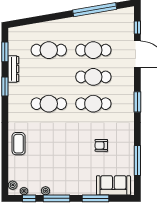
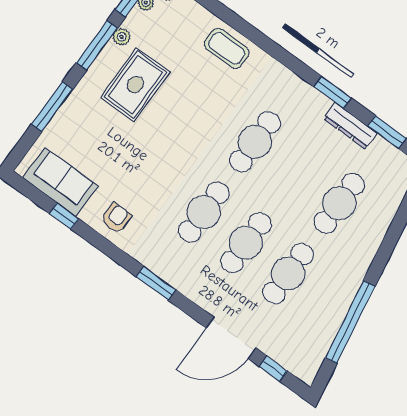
armchair: (101, 145) -> (116, 218), moved
window: (137, 160) -> (64, 216), width x0.46
rug: (61, 171) -> (135, 84), added
sofa: (113, 185) -> (60, 182), moved, turned -90

